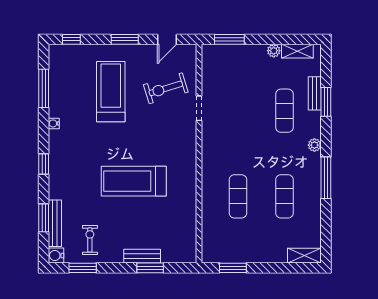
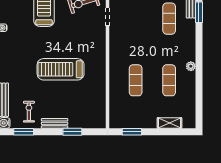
plant: (314, 145) -> (191, 66), moved
window: (326, 178) -> (199, 67), removed
bench: (142, 256) -> (55, 123), moved
shelving: (304, 256) -> (169, 123), moved

